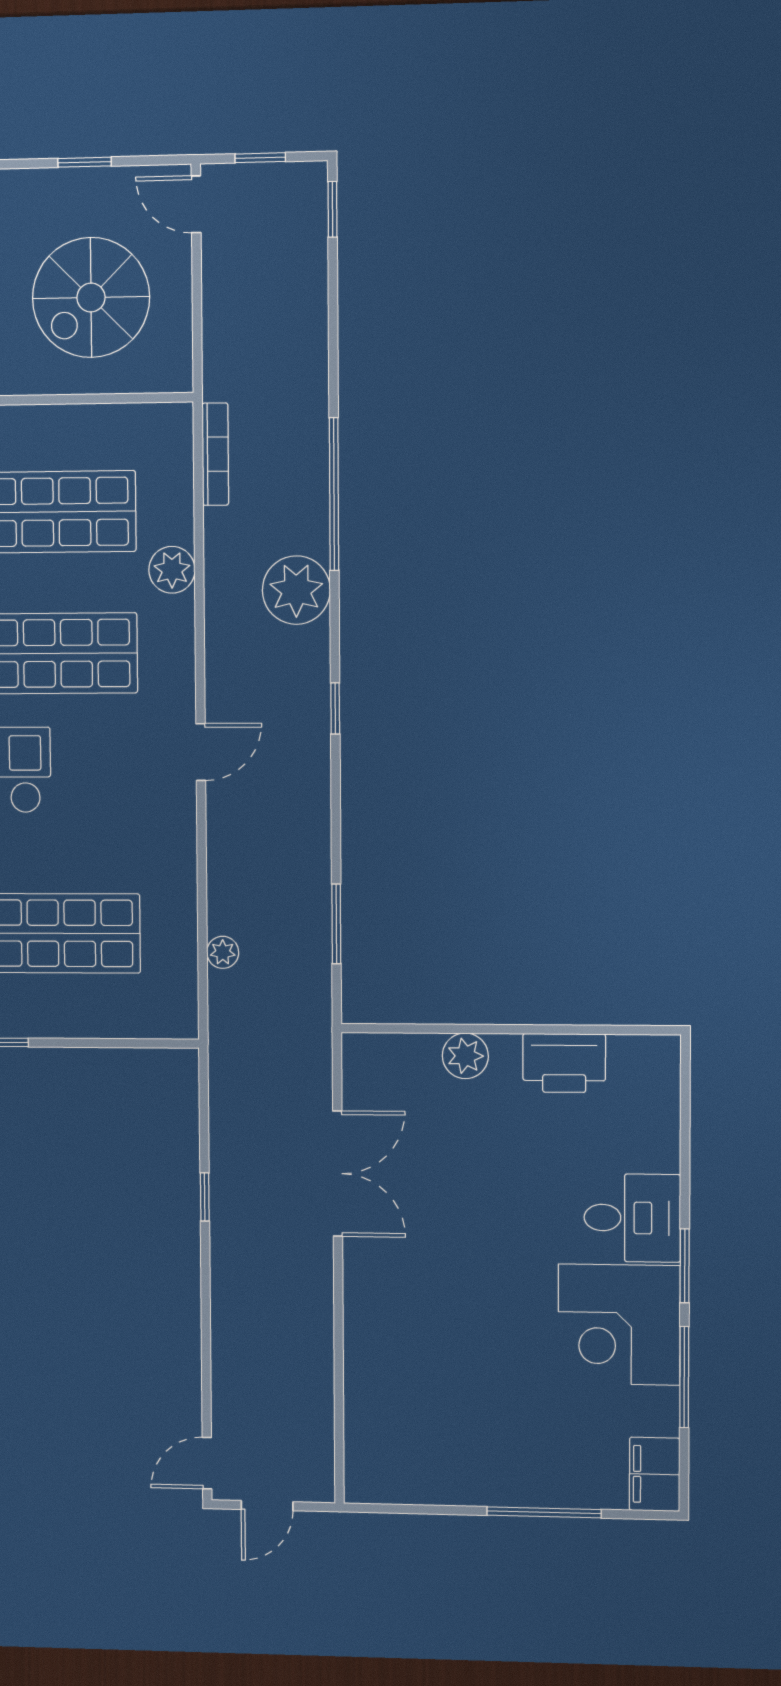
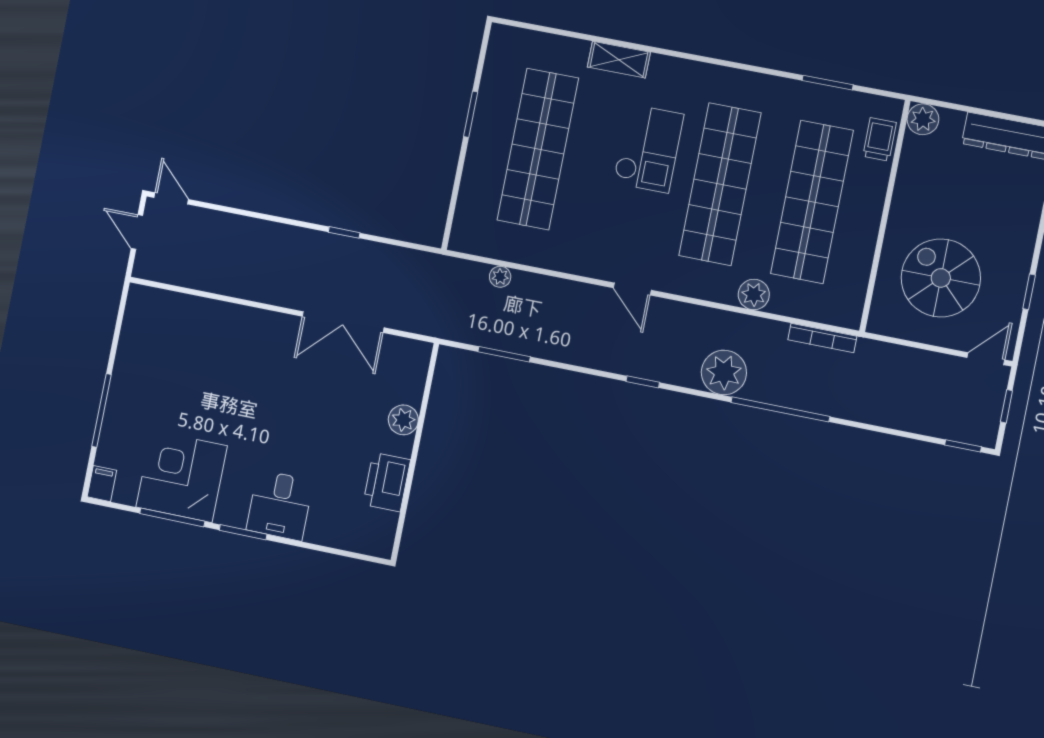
corner desk: (619, 1325) -> (182, 476), moved
filing cabinet: (655, 1474) -> (102, 484), width x0.50

